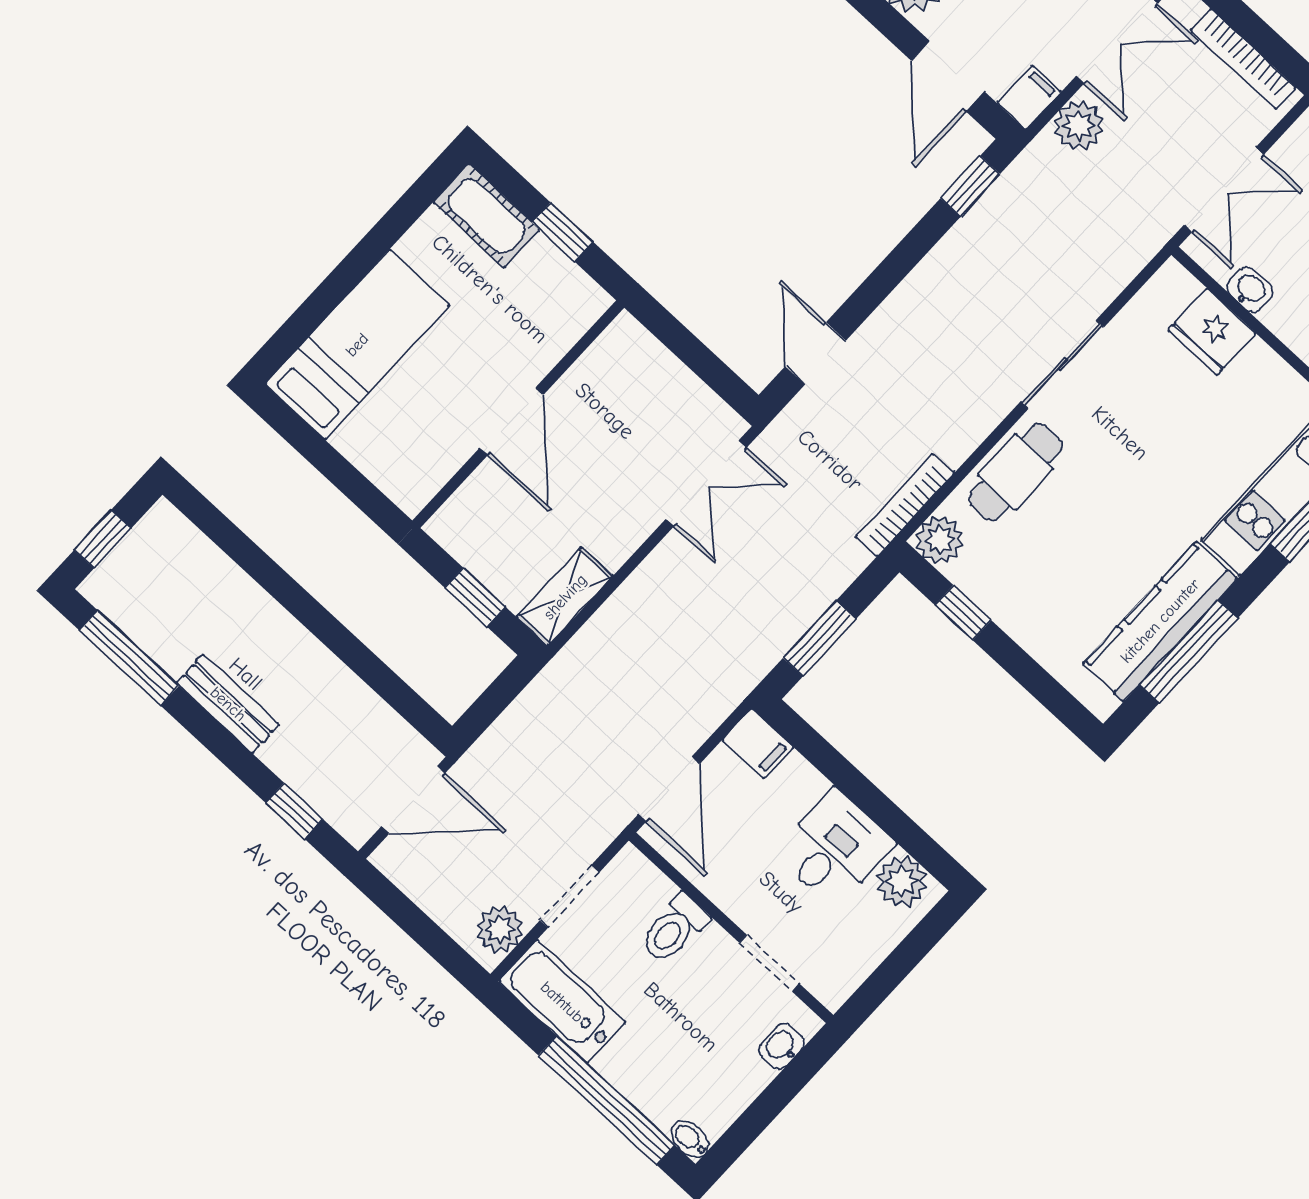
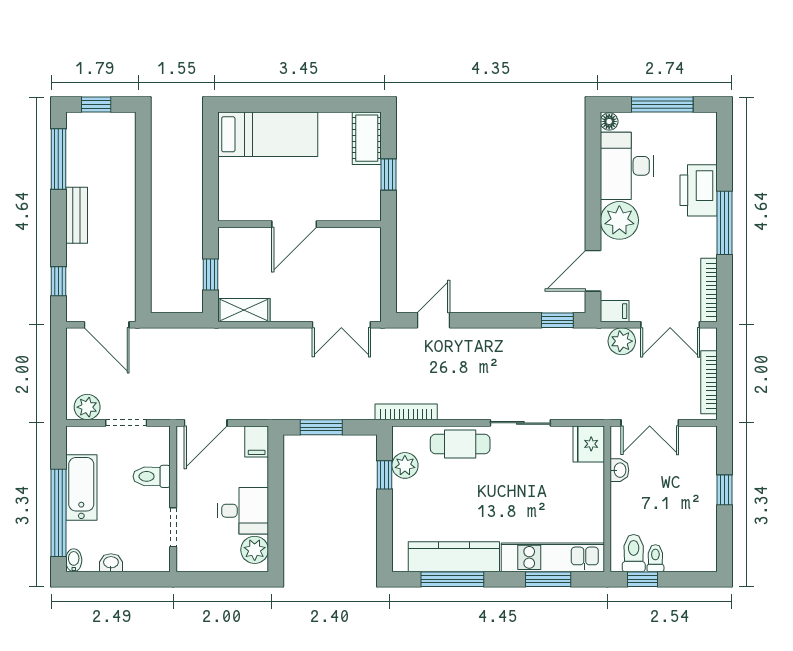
fridge: (1212, 332) -> (589, 444), moved
plant: (940, 540) -> (405, 465), moved
bathtub: (562, 1002) -> (81, 488), moved
washbasin: (782, 1046) -> (111, 563), moved

